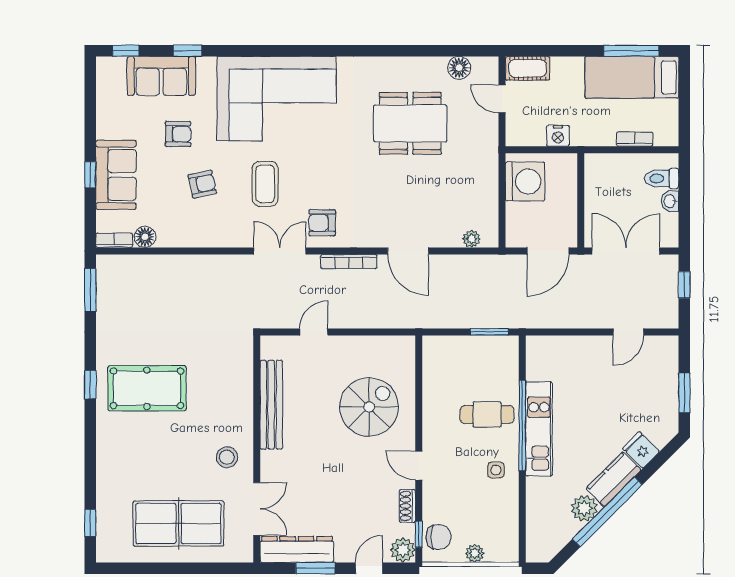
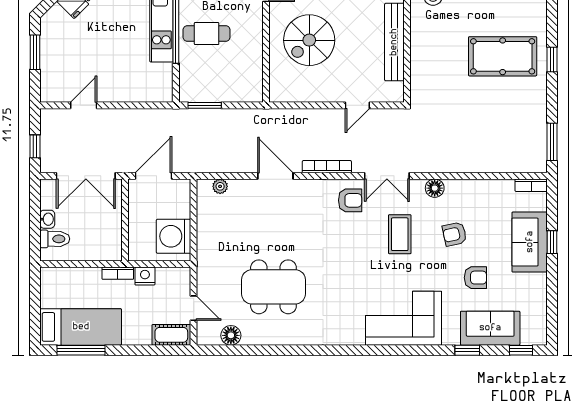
corner sofa: (277, 99) -> (404, 318), width x0.73, depth x0.74
armchair: (178, 134) -> (475, 278), turned 180
bookcase: (635, 139) -> (118, 273), moved
floor lamp: (145, 237) -> (435, 188), moved

